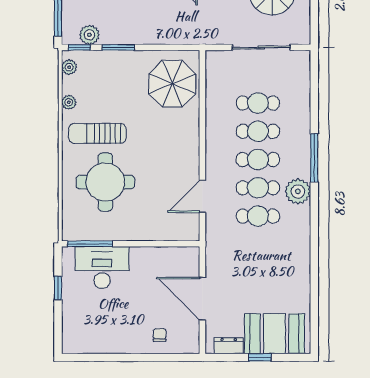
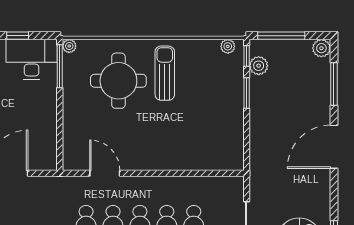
parasol: (172, 84) -> (212, 145), removed
plant: (69, 102) -> (69, 46), moved
desk: (102, 268) -> (32, 59), moved, turned -90

